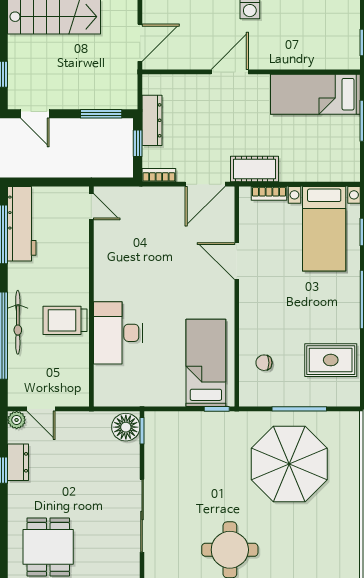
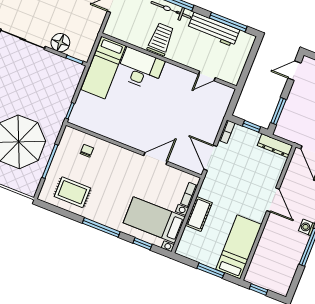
dresser: (152, 120) -> (275, 146), moved
cot: (254, 169) -> (199, 214), moved
door: (91, 207) -> (207, 76), moved
workbench: (22, 224) -> (214, 29), moved
rug: (331, 360) -> (72, 192), turned 90
bed: (206, 363) -> (103, 68), moved, turned 90
floor lamp: (126, 427) -> (60, 43), moved

